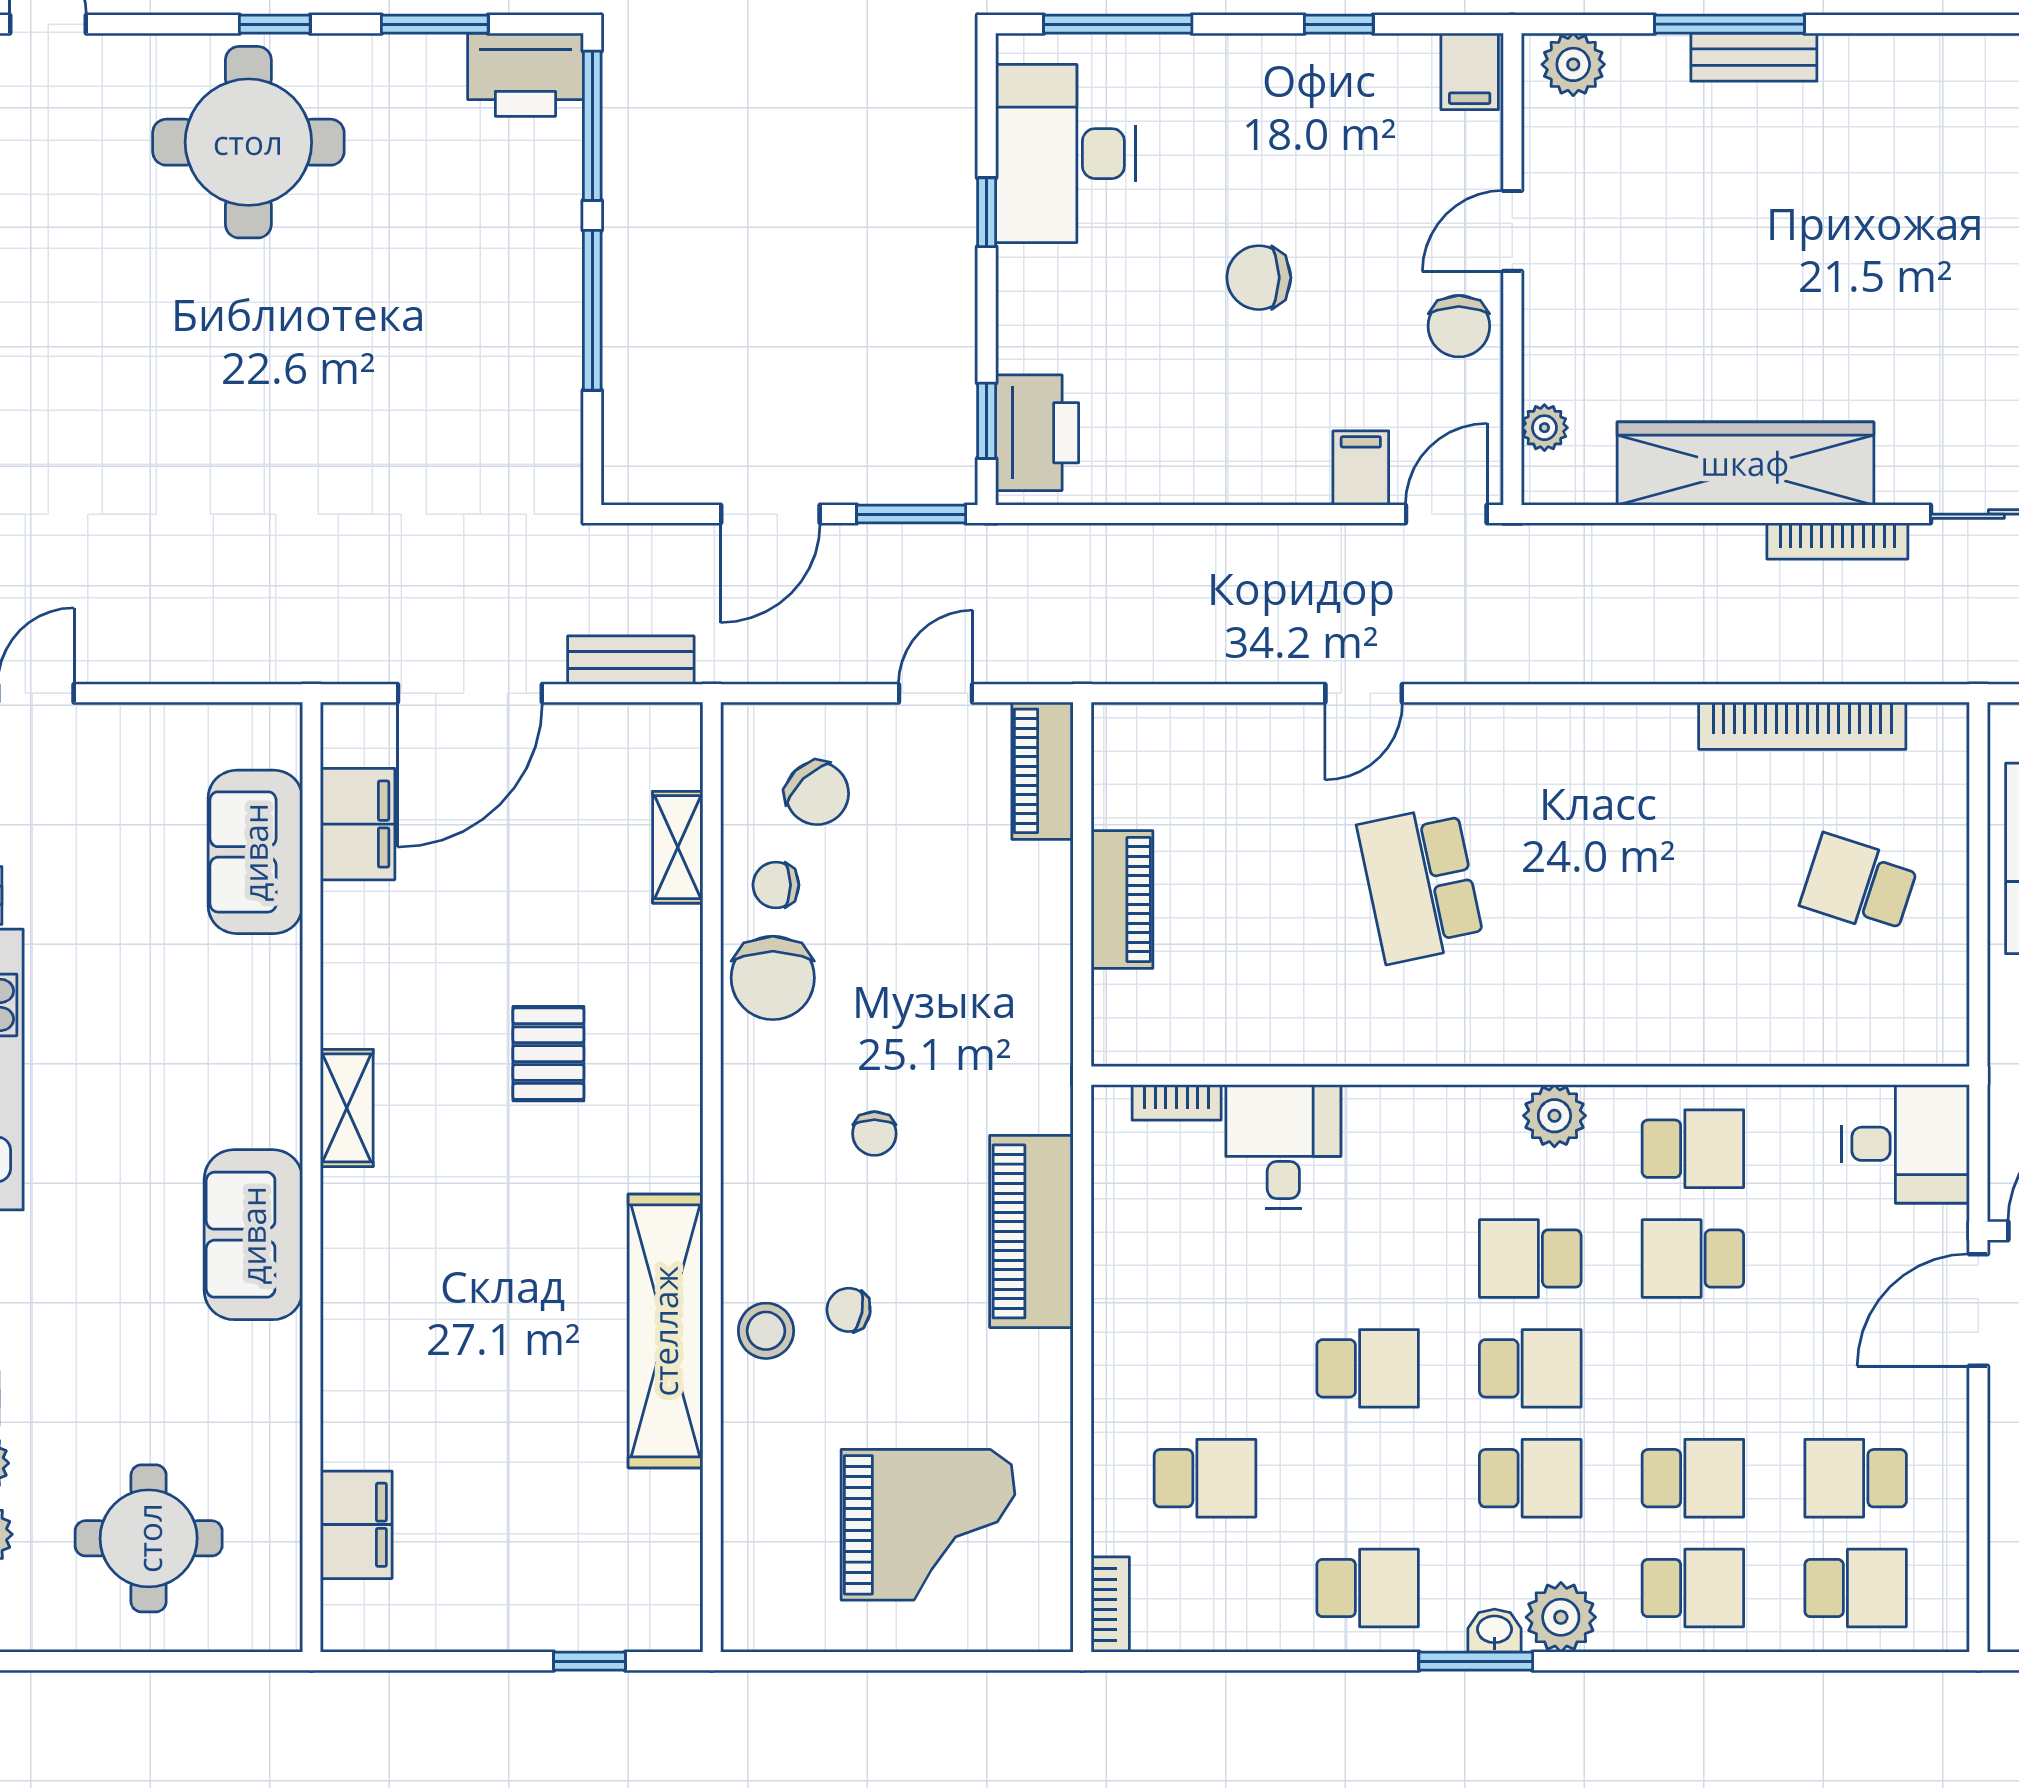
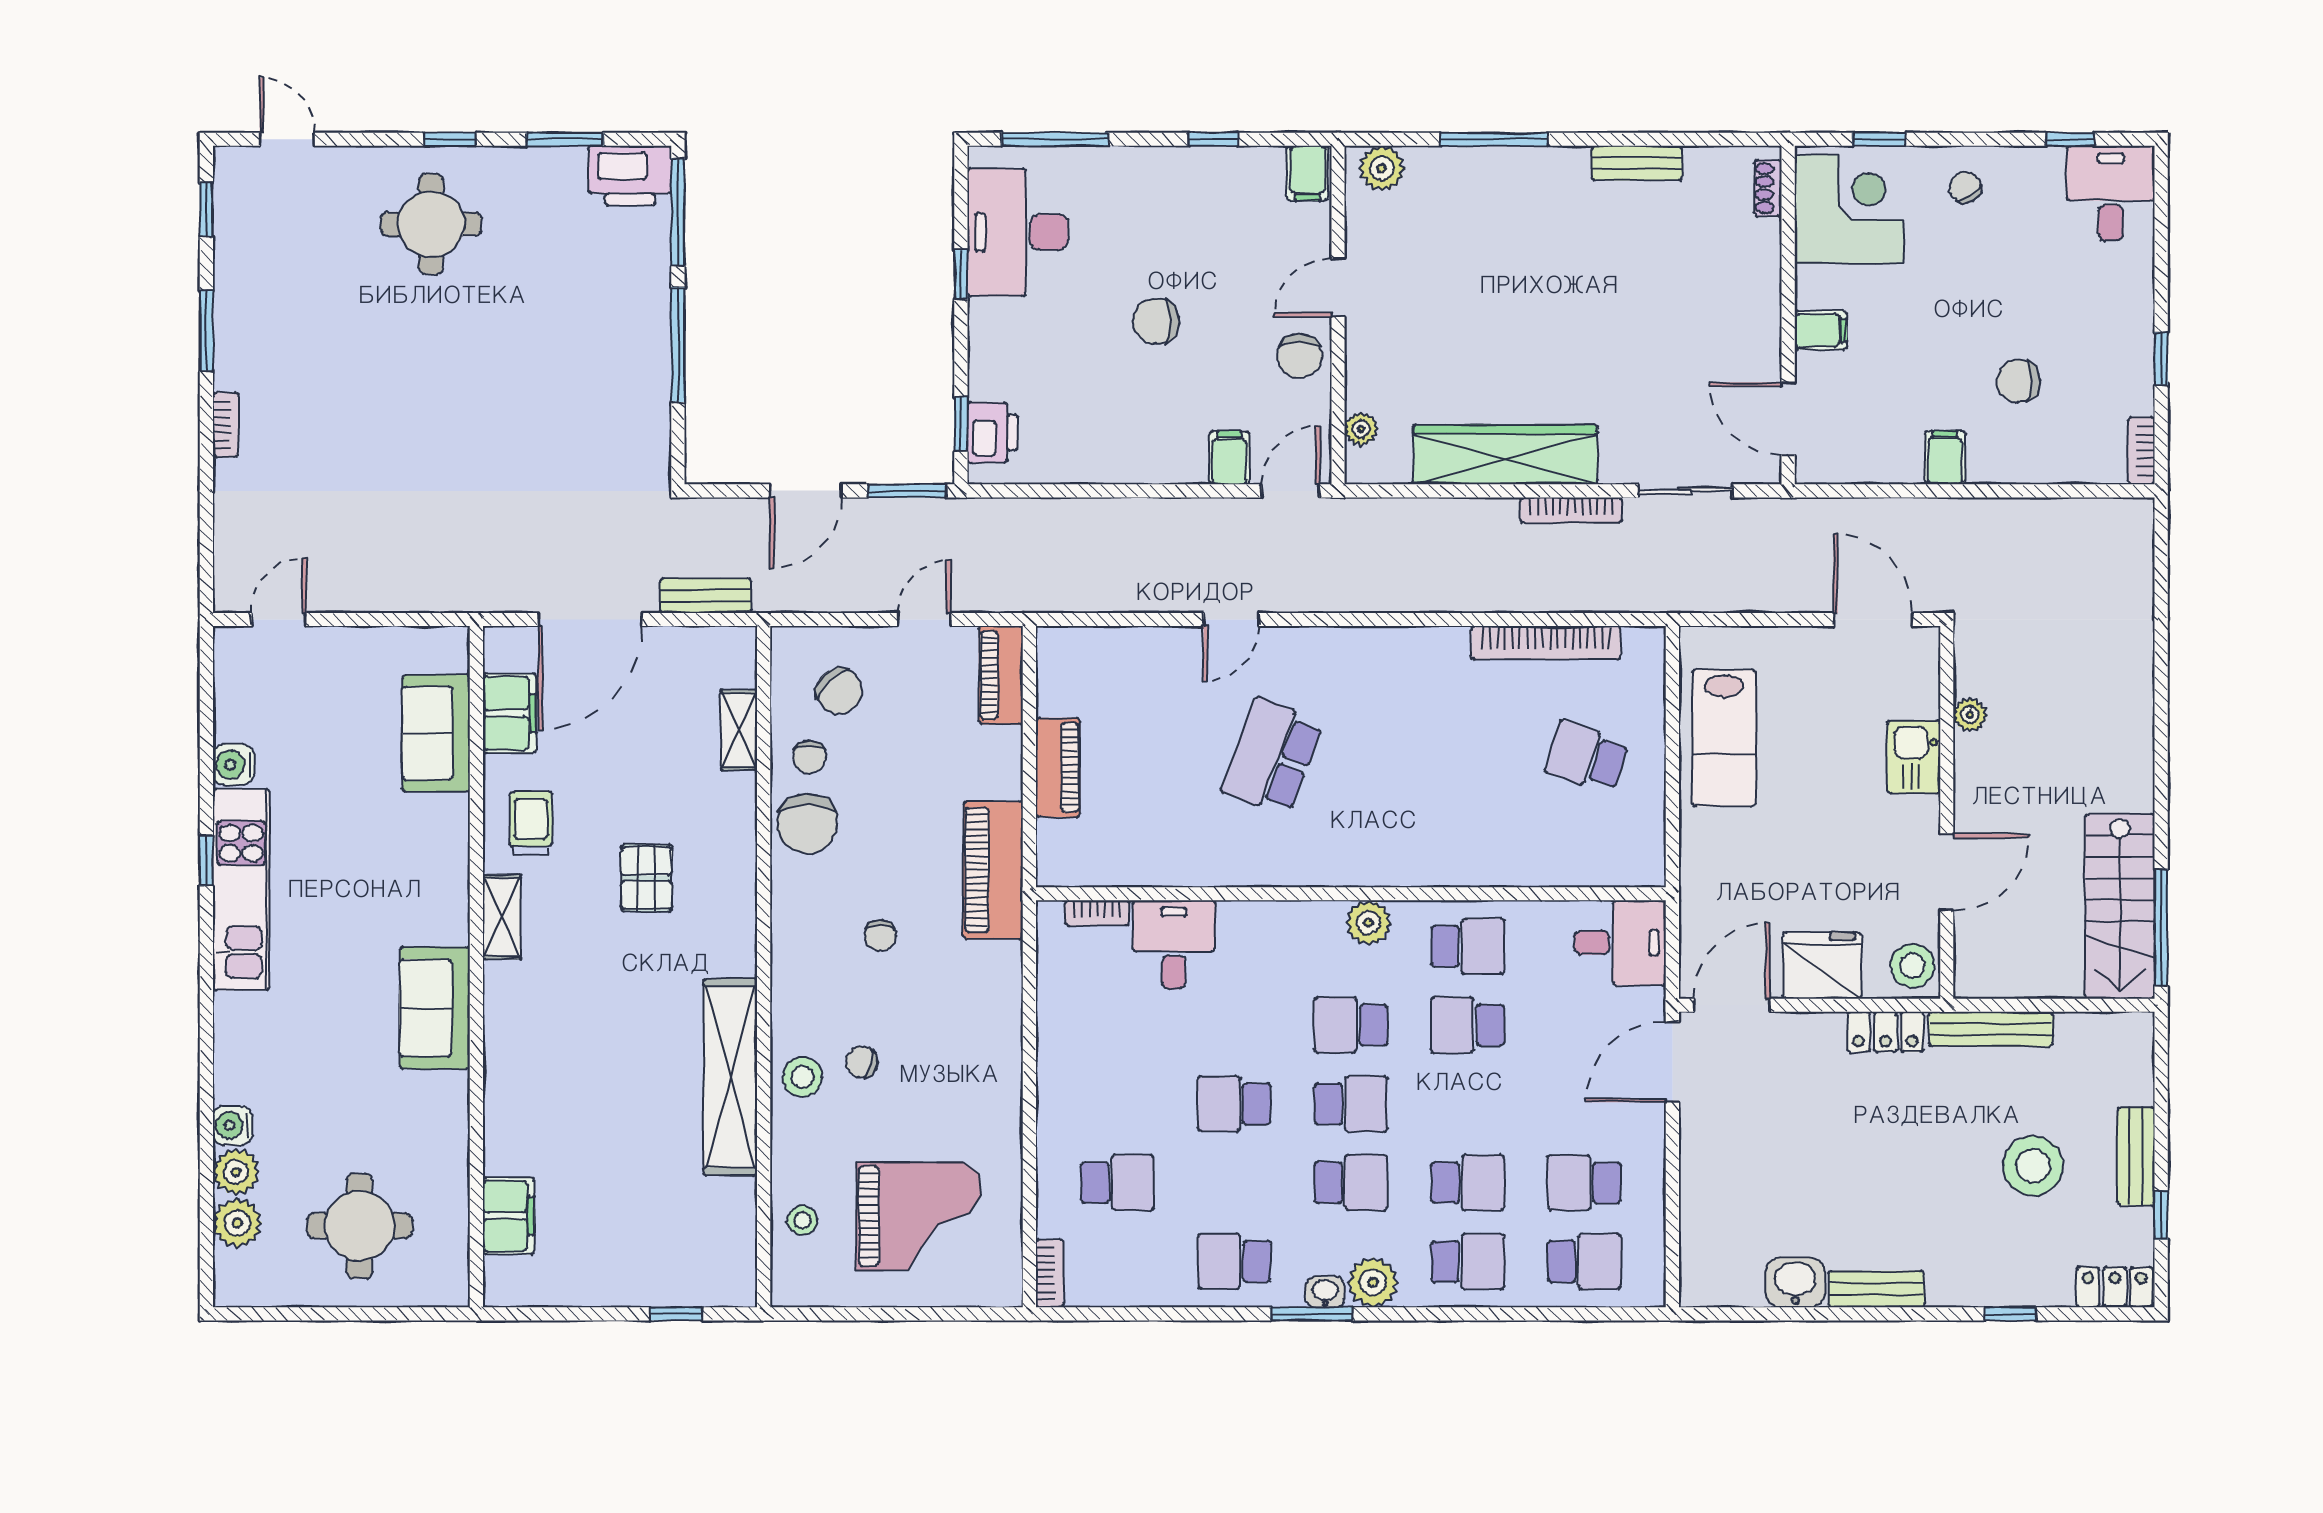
bench: (1754, 57) -> (1637, 163), moved
round table: (248, 142) -> (431, 224), width x0.73, depth x0.73
printer: (1037, 433) -> (992, 433), width x0.73, depth x0.84
school desk: (1421, 884) -> (1272, 757), turned 33
chair: (776, 885) -> (810, 757), turned -90
trolley: (388, 978) -> (531, 824), added
piano: (1031, 1231) -> (993, 870), moved
school desk: (1368, 1368) -> (1234, 1104), turned 180
stool: (766, 1531) -> (802, 1220), added
school desk: (1368, 1588) -> (1234, 1261), turned 180

